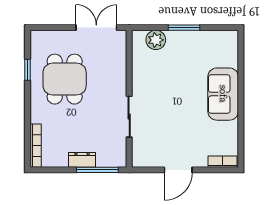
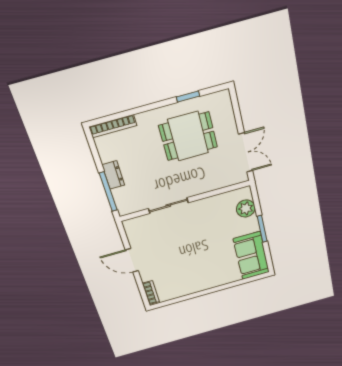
sofa: (223, 94) -> (251, 256), moved, turned -90

